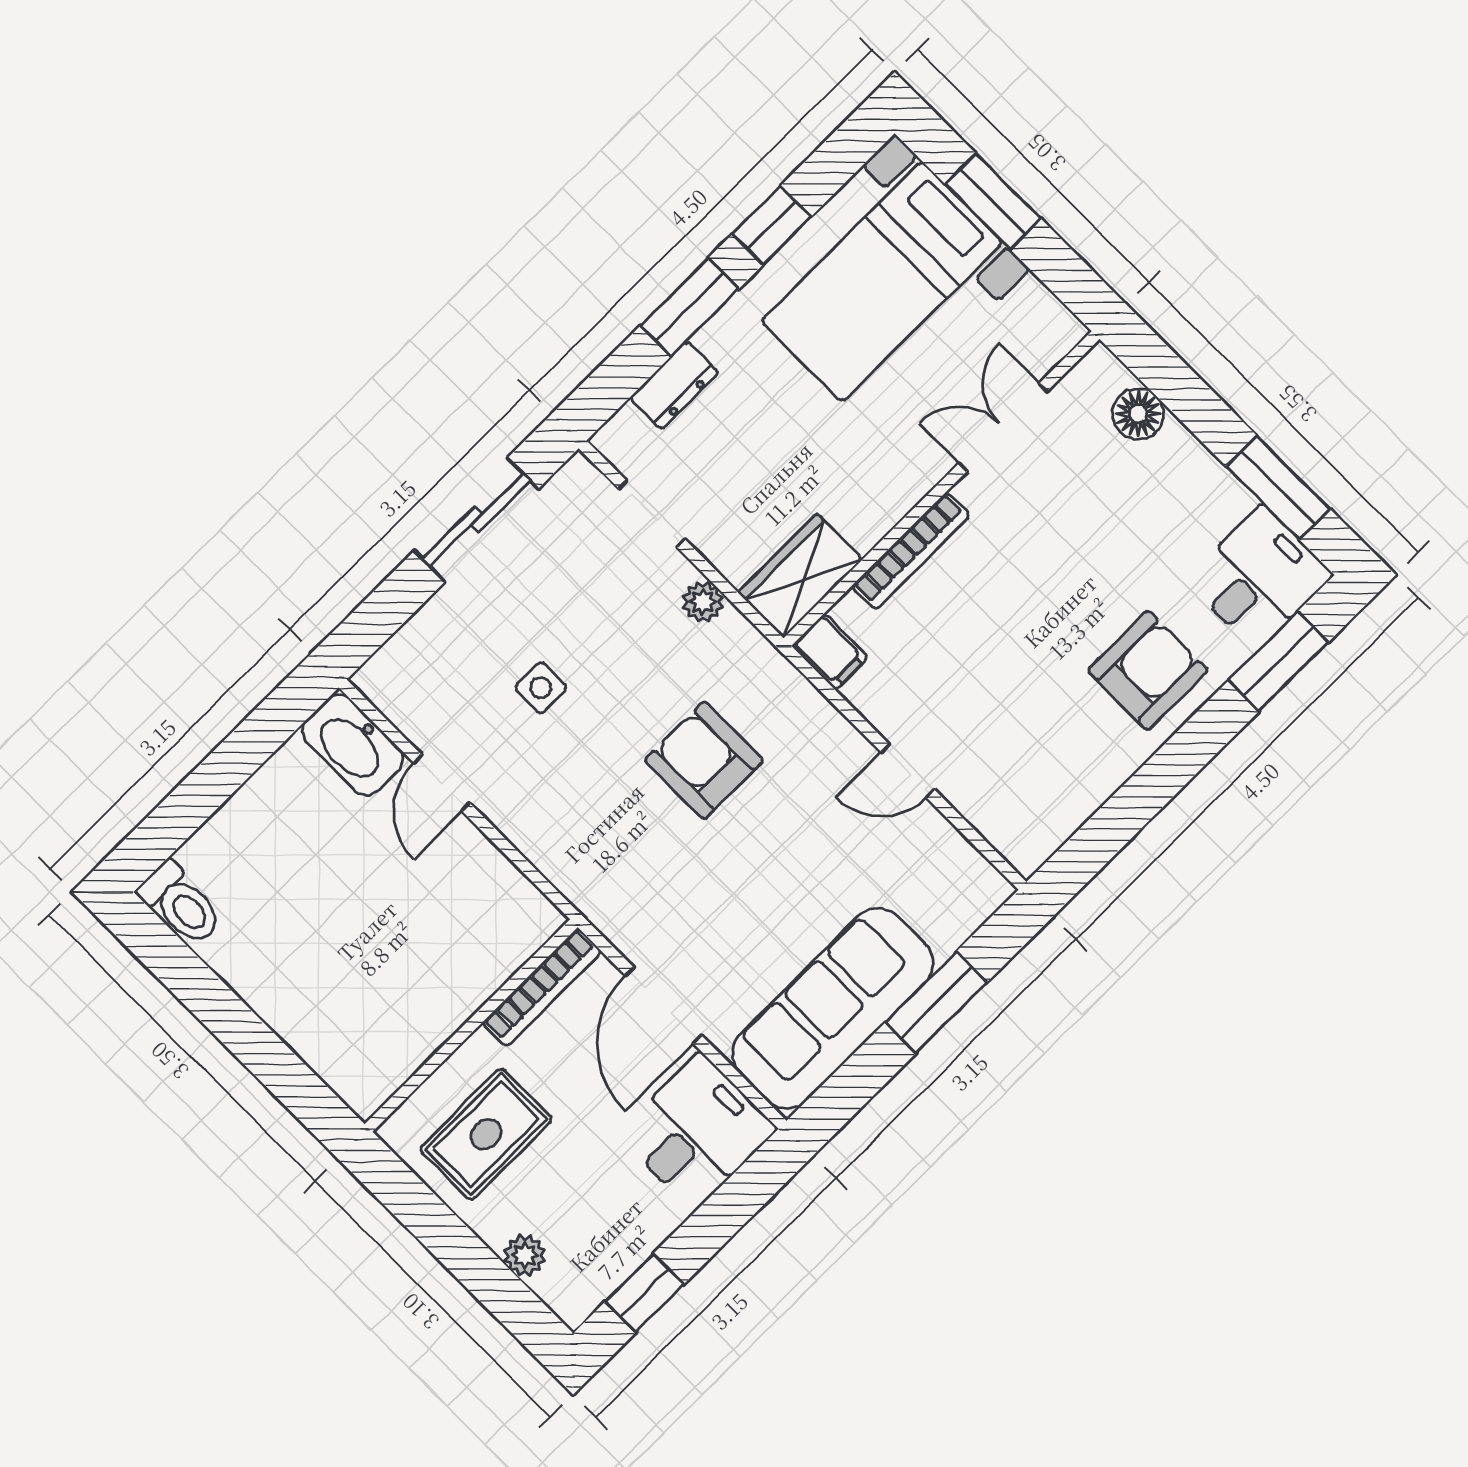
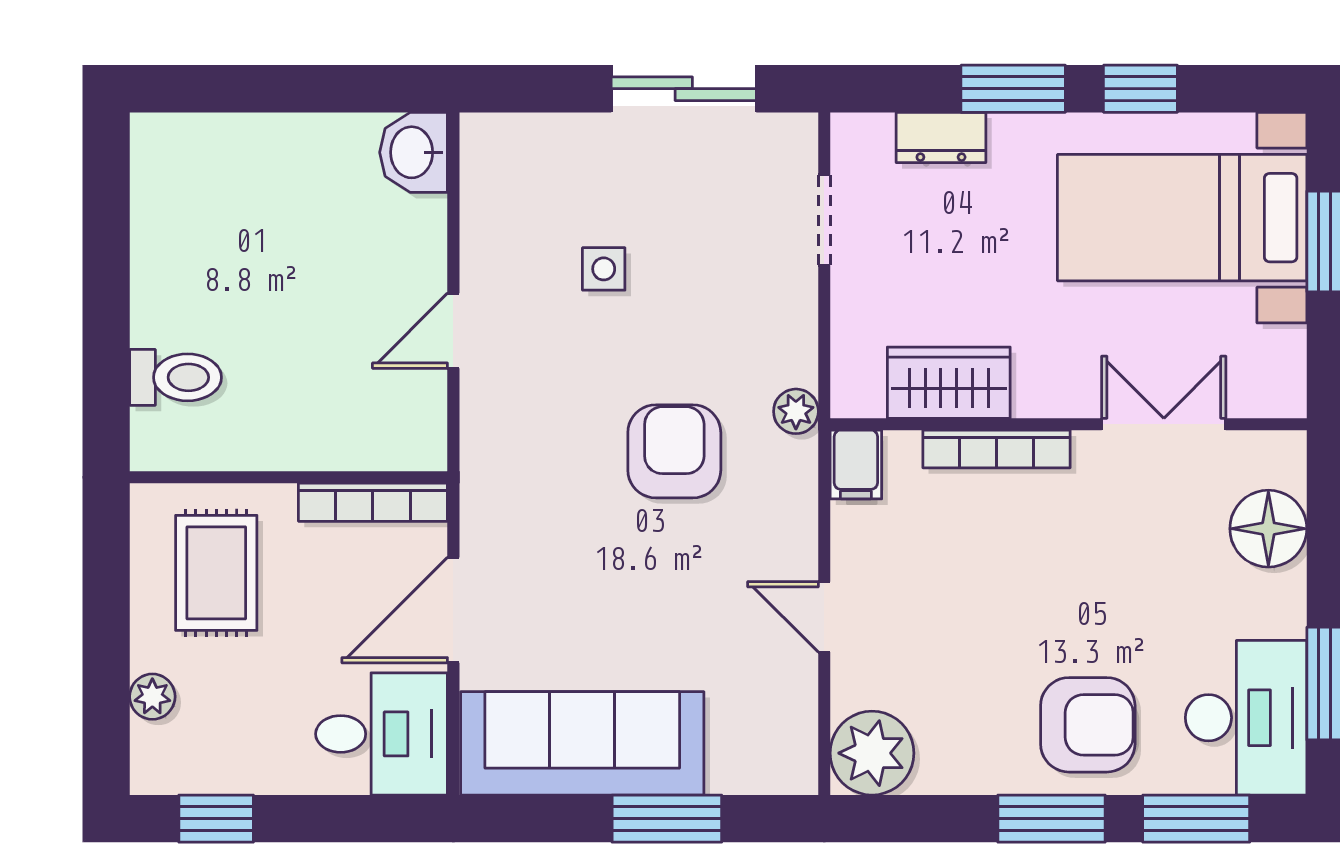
floor lamp: (1138, 414) -> (1268, 529), width x1.38, depth x1.38
wardrobe: (800, 576) -> (949, 383), moved
desk: (1259, 578) -> (1246, 718), width x1.37
plant: (703, 602) -> (796, 411), moved
washbasin: (353, 745) -> (414, 152), width x0.72
window: (1185, 755) -> (1051, 819), added
door: (442, 783) -> (453, 331), moved
plant: (1026, 828) -> (872, 753), added
toilet: (181, 904) -> (176, 377), moved, turned -90
rug: (486, 1134) -> (216, 573), turned 90

